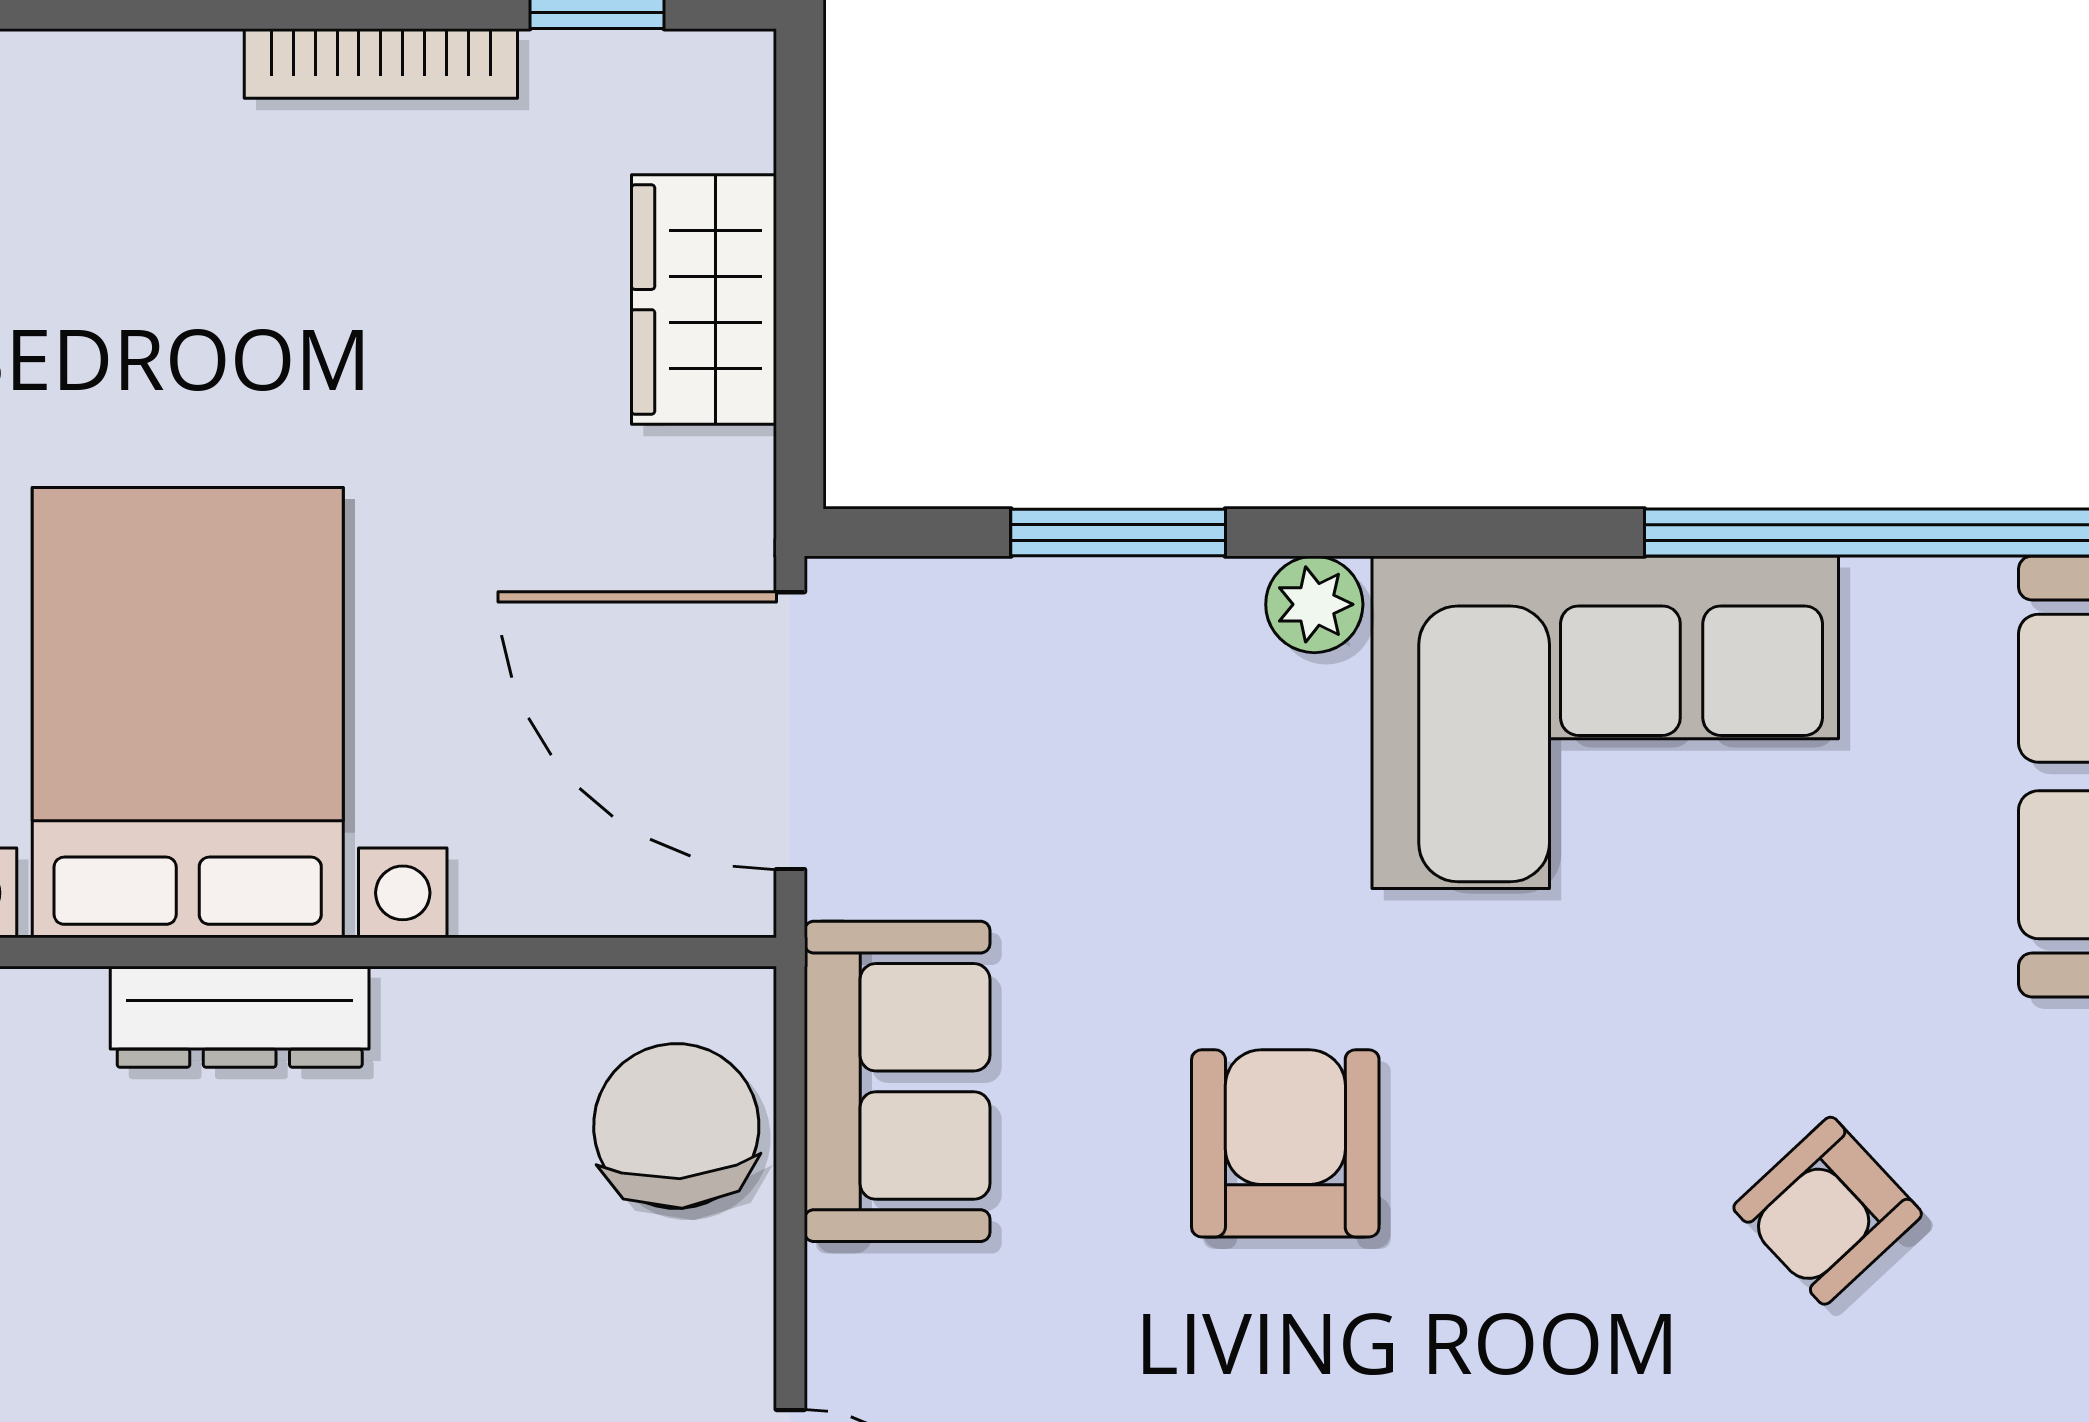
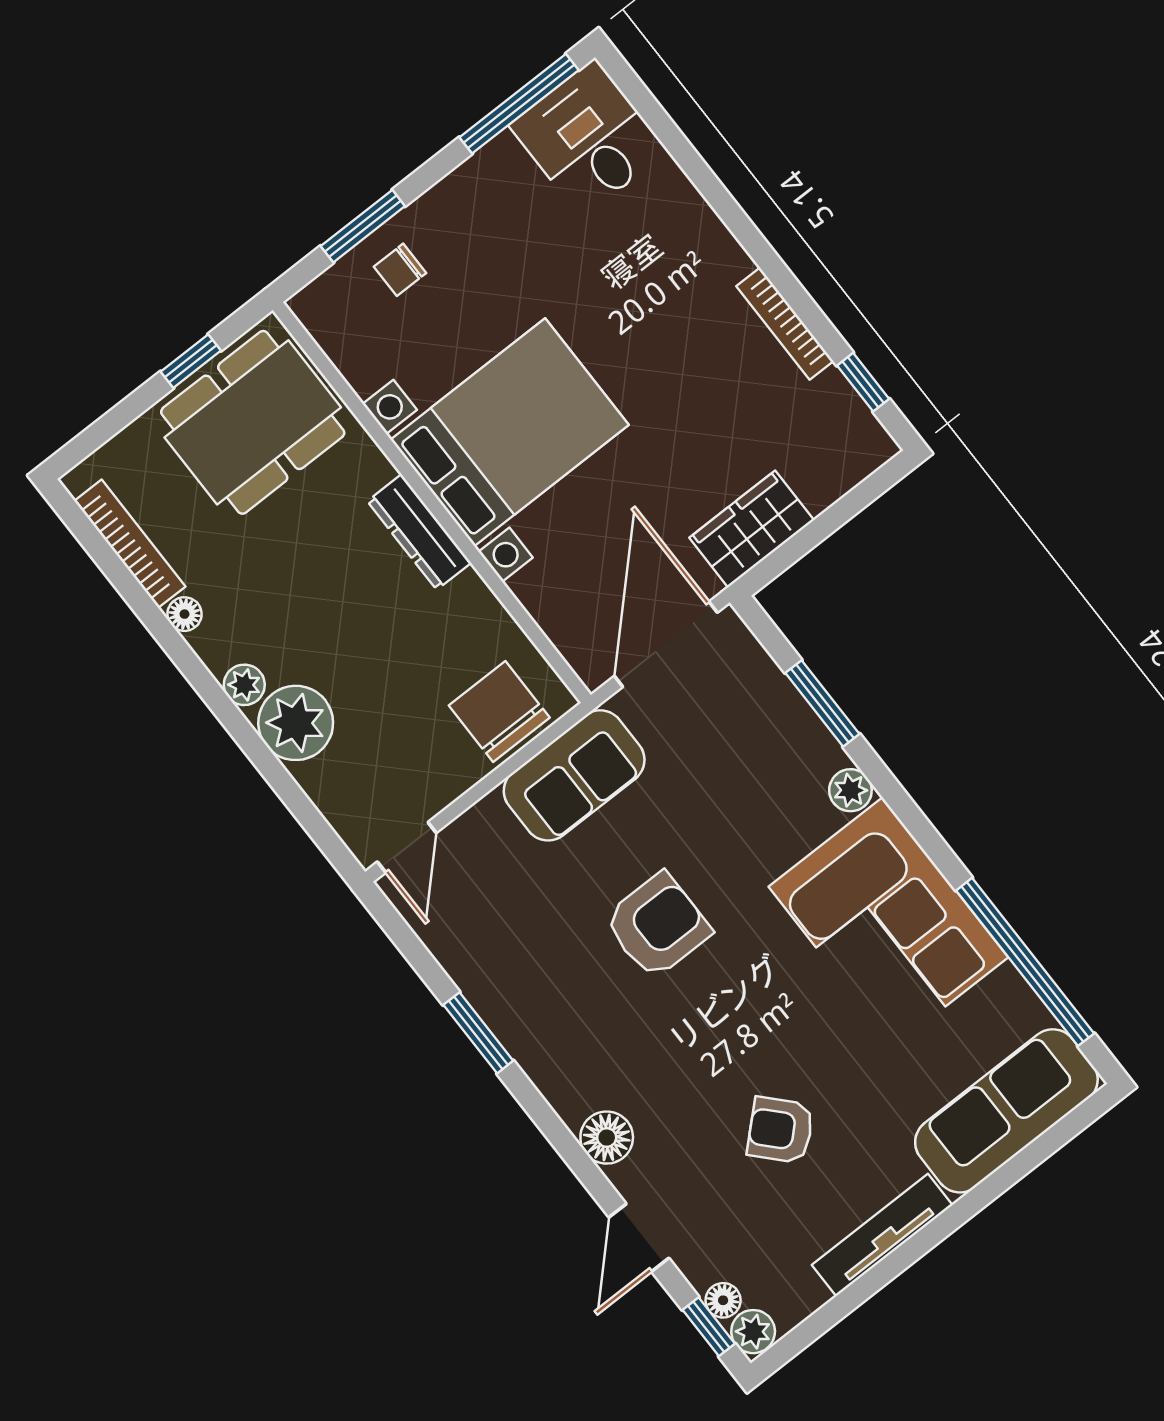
wardrobe: (704, 300) -> (752, 529), moved
chair: (676, 1126) -> (499, 712), turned -86

